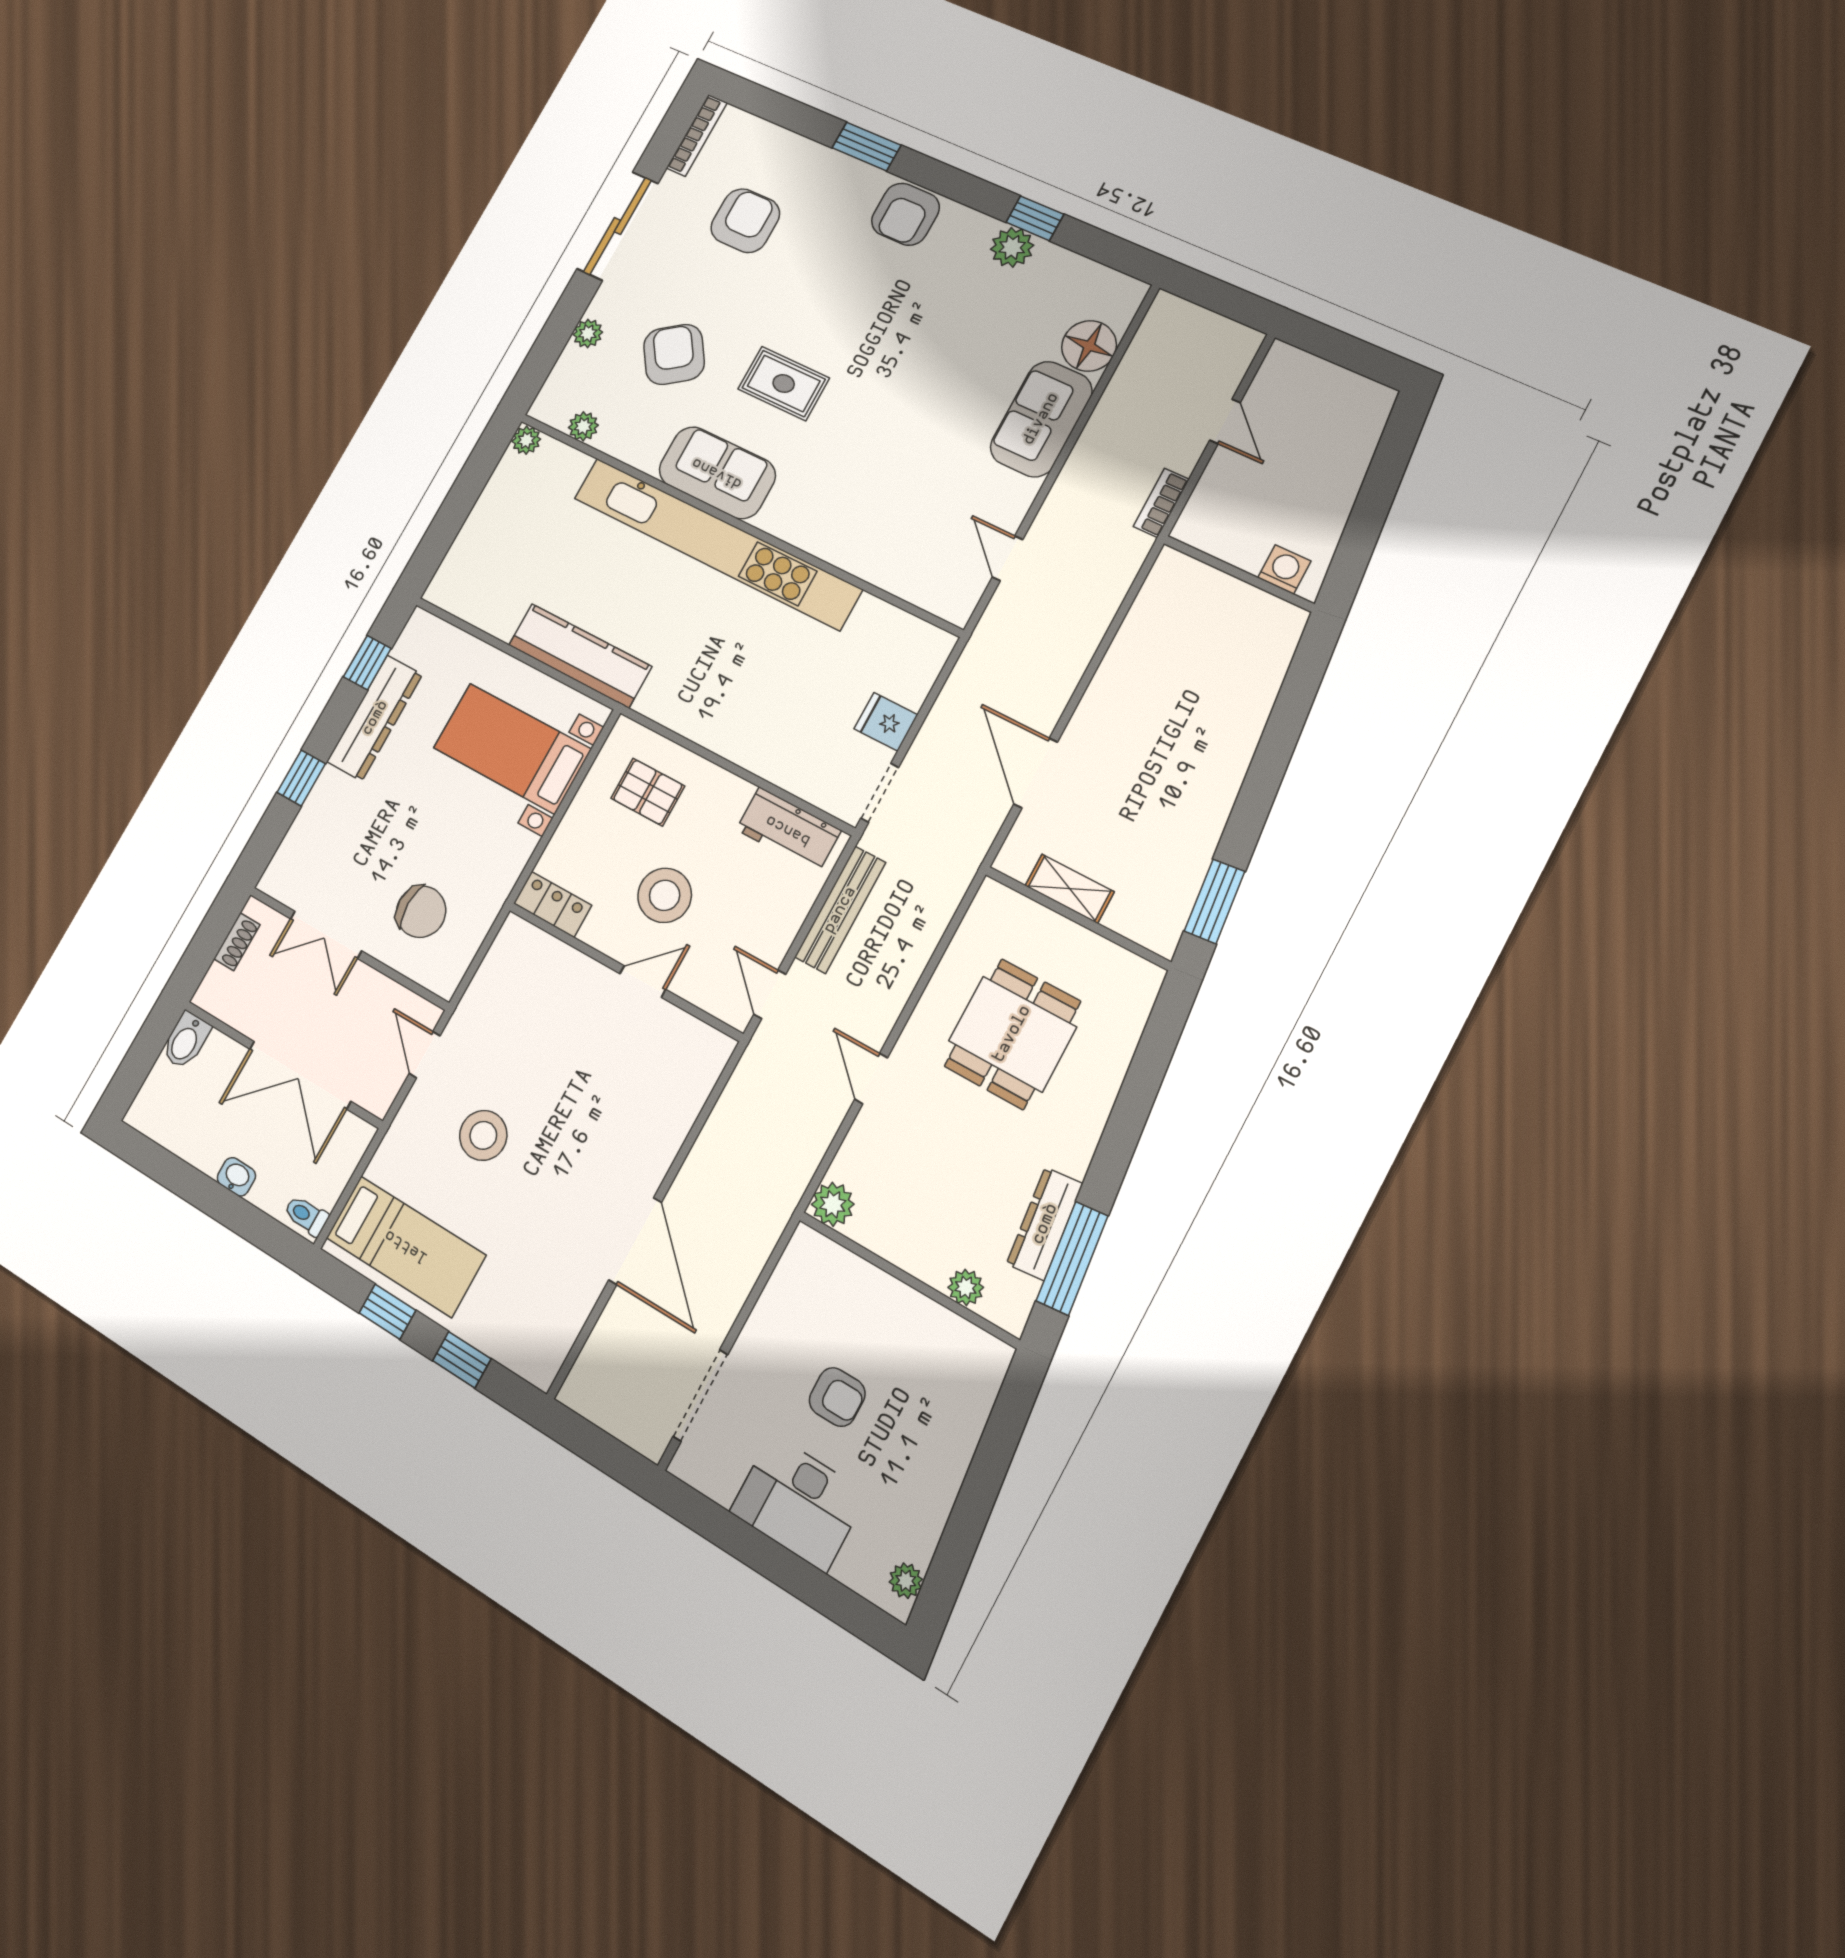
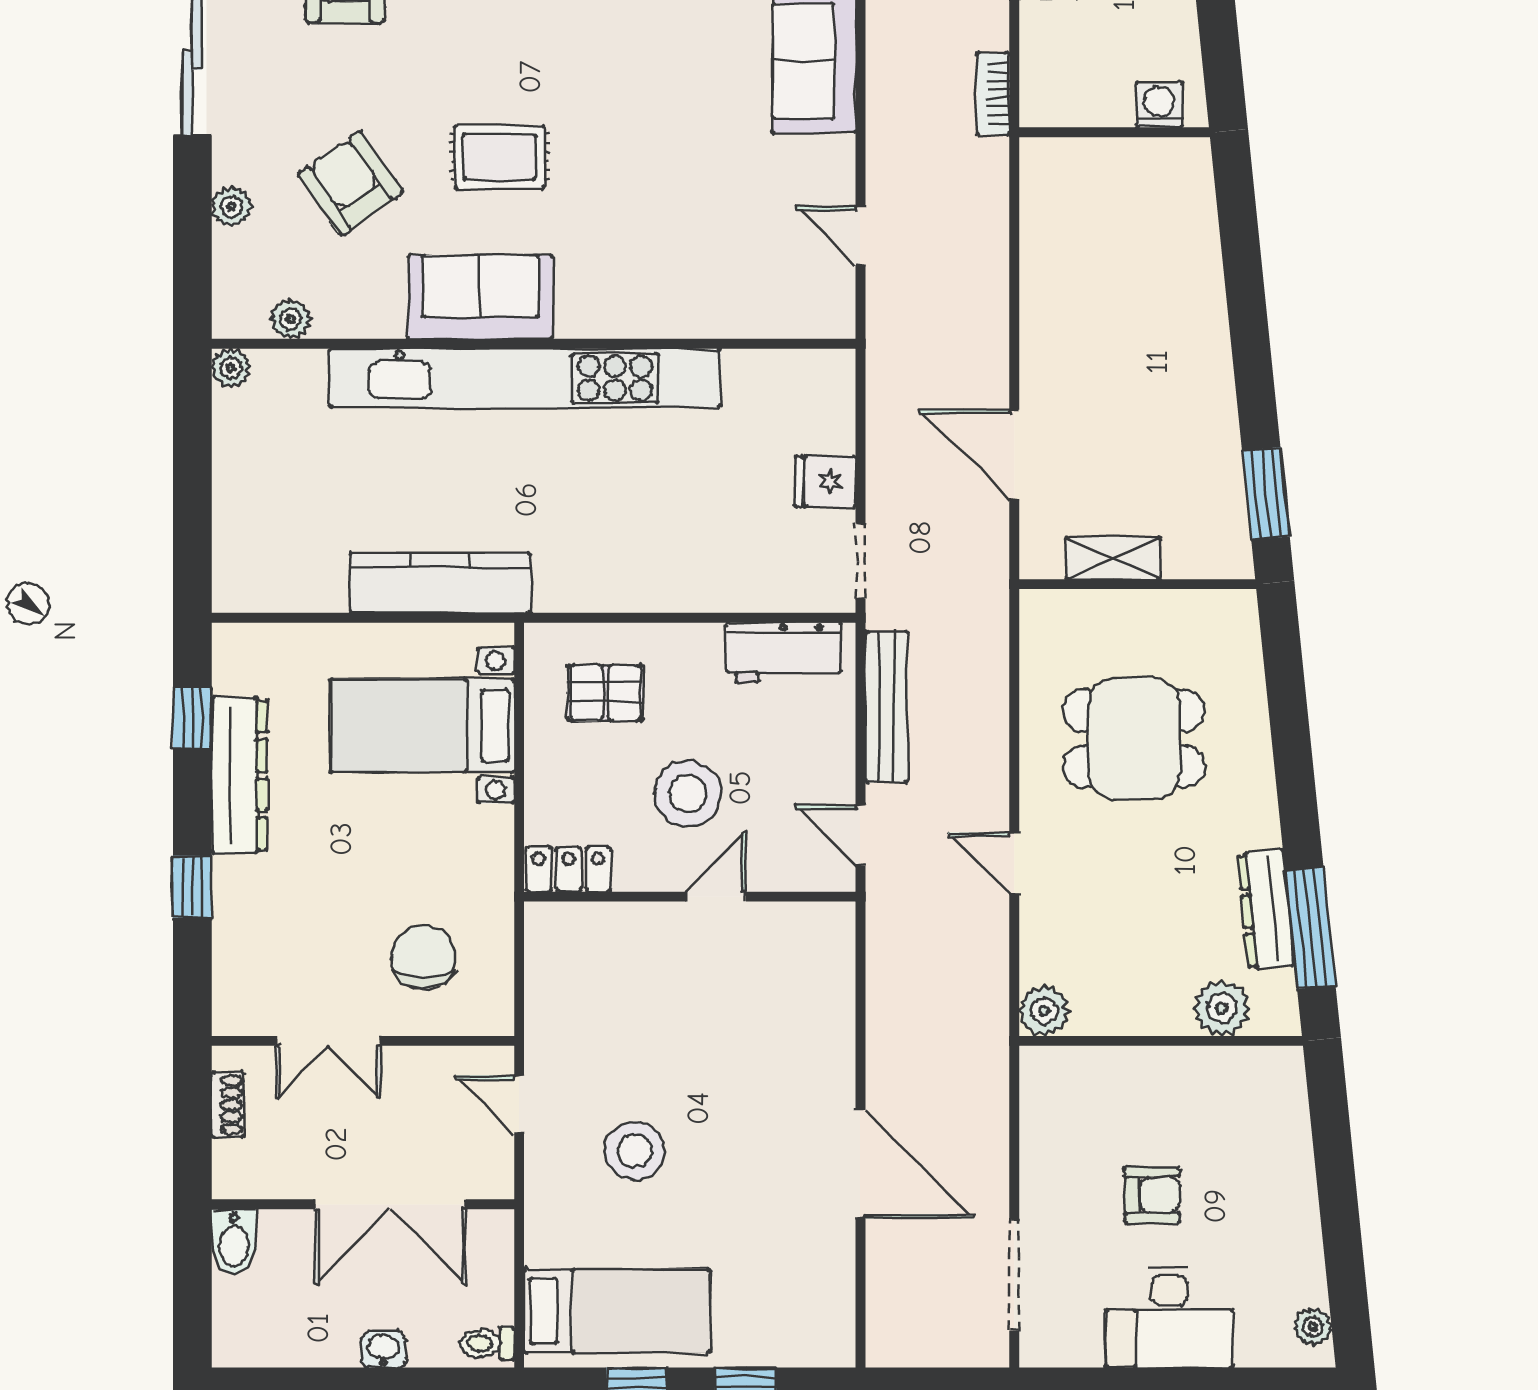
chair: (421, 912) -> (423, 957), turned -90
dining table: (1012, 1034) -> (1134, 739), turned 90
plant: (966, 1287) -> (1222, 1008), width x1.38, depth x1.38

